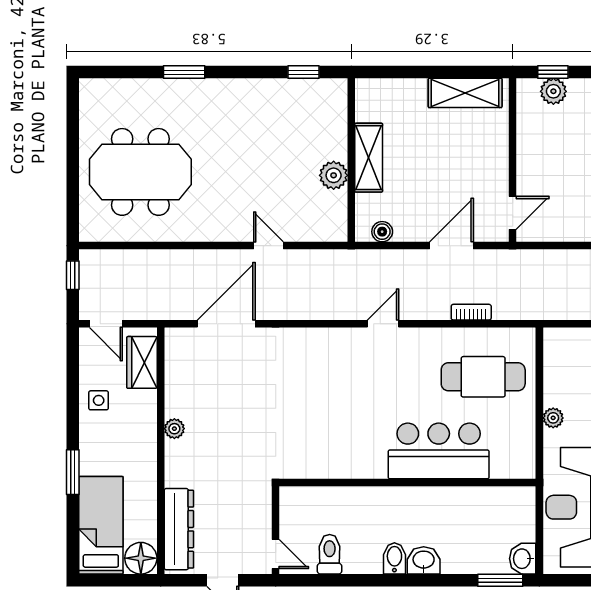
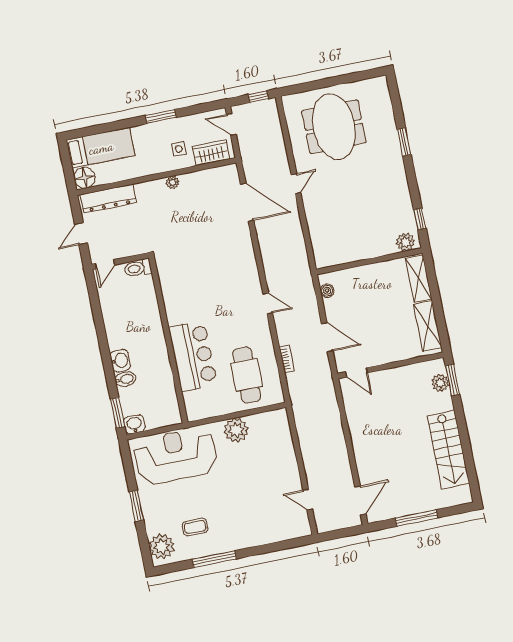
window: (553, 72) -> (453, 380), width x1.50
shelving: (369, 158) -> (419, 279), moved, turned 90
plant: (334, 175) -> (405, 242), moved
door: (269, 246) -> (296, 184), moved
door: (106, 324) -> (231, 124), hinge flipped
side table: (99, 400) -> (179, 149), moved
plant: (553, 418) -> (236, 430), width x1.87, depth x1.87
window: (73, 472) -> (161, 116), moved
toilet: (330, 554) -> (138, 268), moved, turned 180
bidet: (394, 558) -> (125, 379), moved

